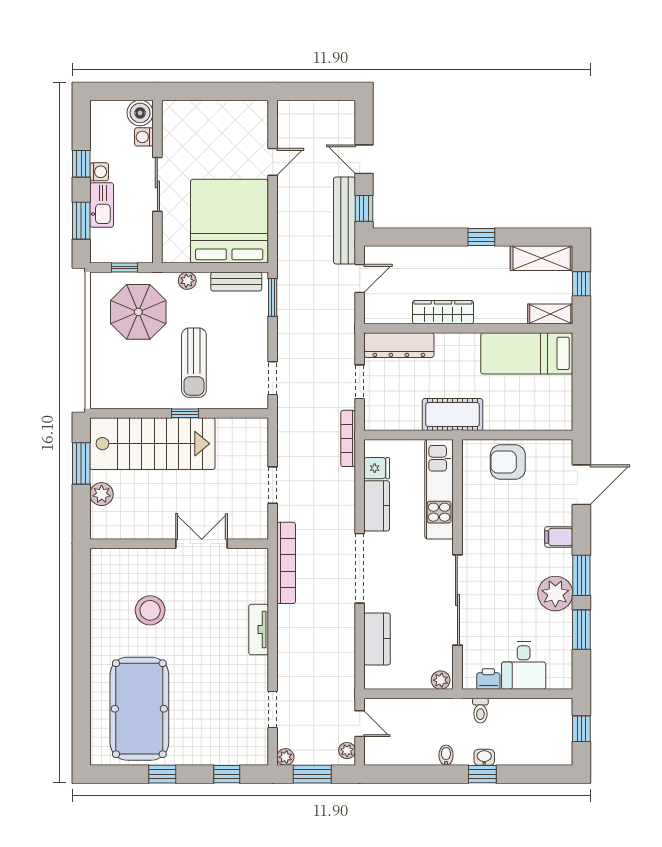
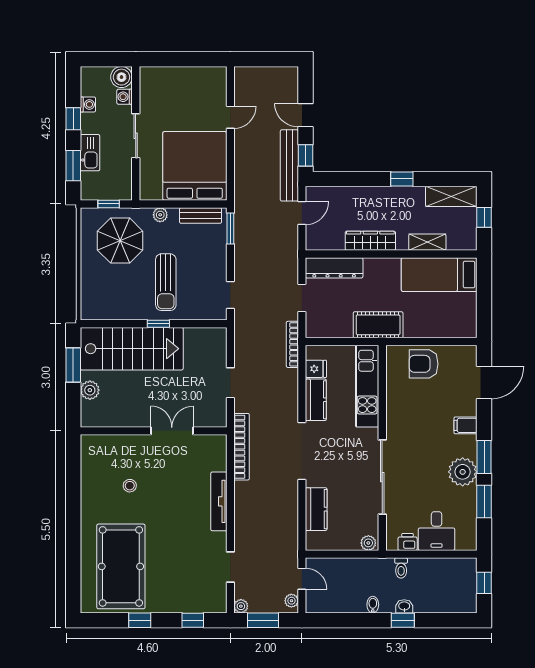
washing machine: (99, 172) -> (88, 104), moved
shelving: (550, 314) -> (427, 242), moved
stool: (150, 610) -> (130, 486), width x0.53, depth x0.53
tv unit: (259, 629) -> (219, 501), width x1.41

